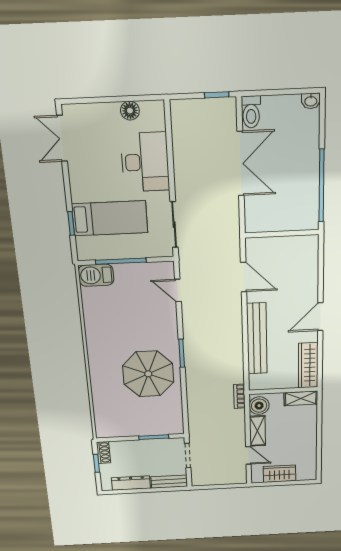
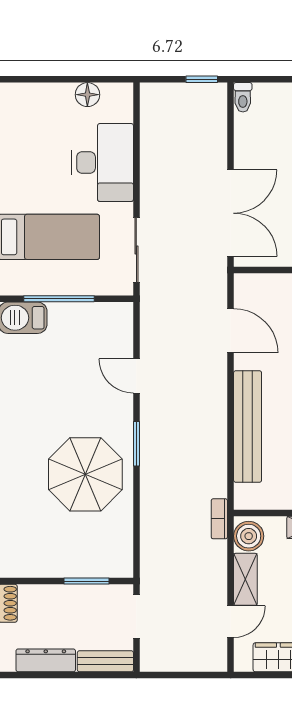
toilet: (251, 112) -> (243, 97), width x0.73, depth x0.72
double door: (241, 164) -> (231, 213), moved
door: (178, 291) -> (136, 376), moved
door: (248, 455) -> (231, 622), hinge flipped

